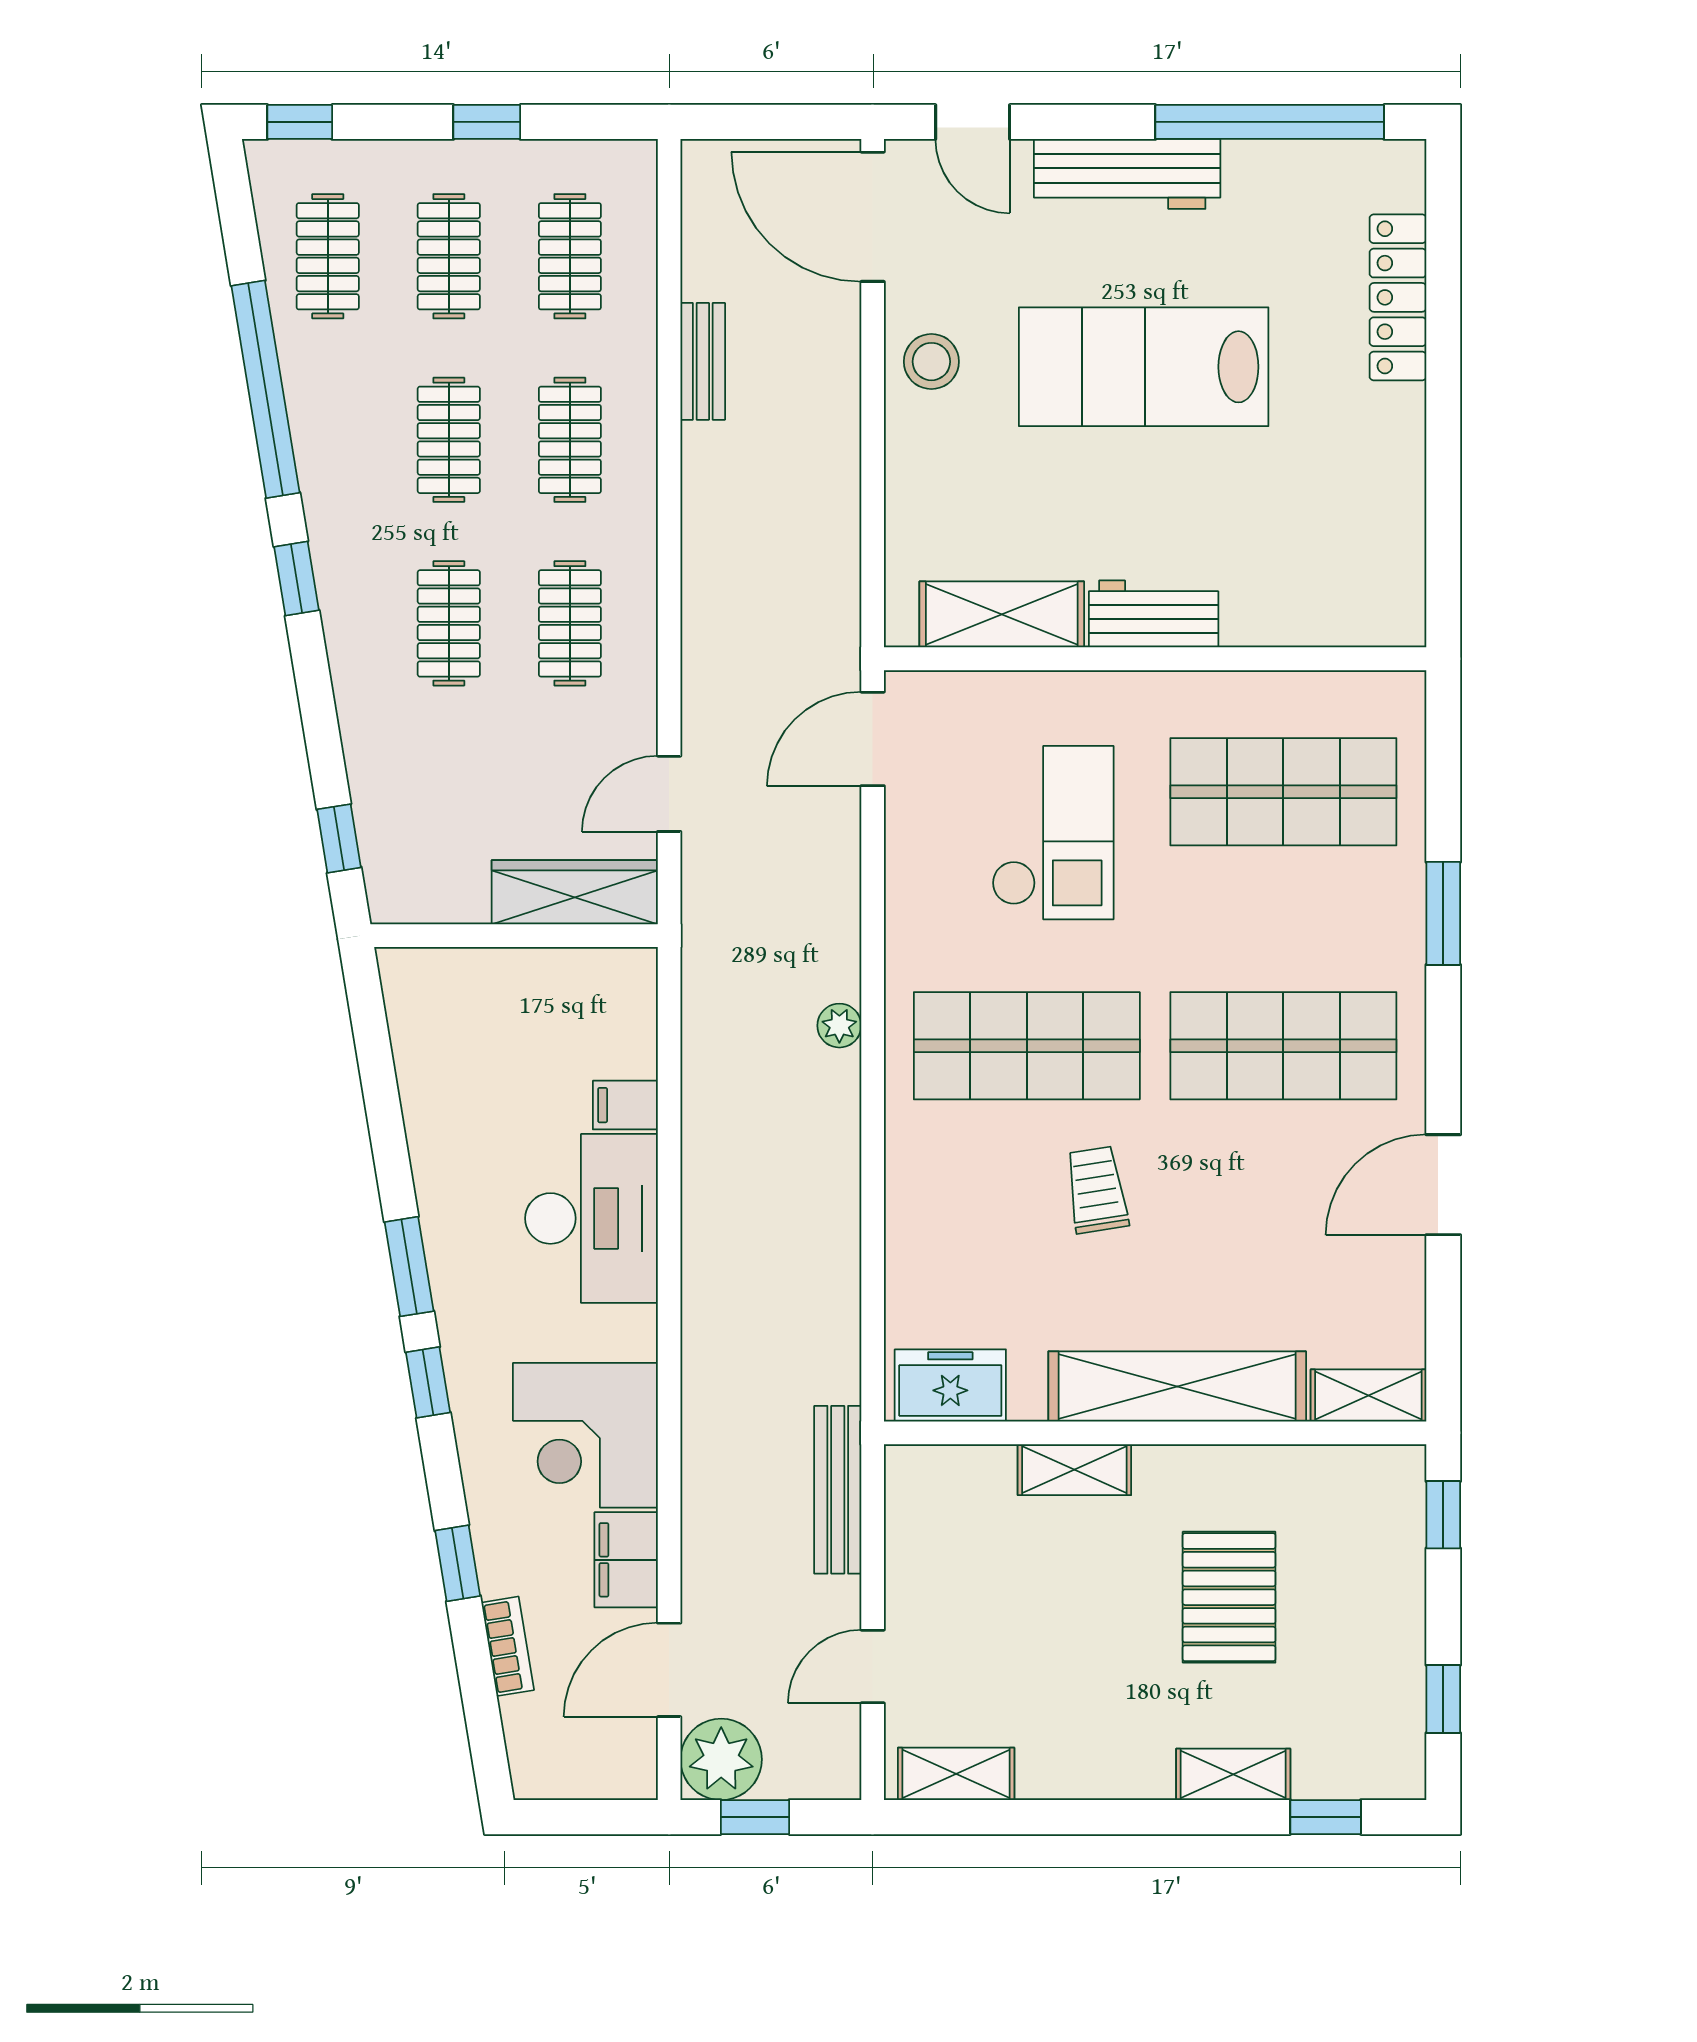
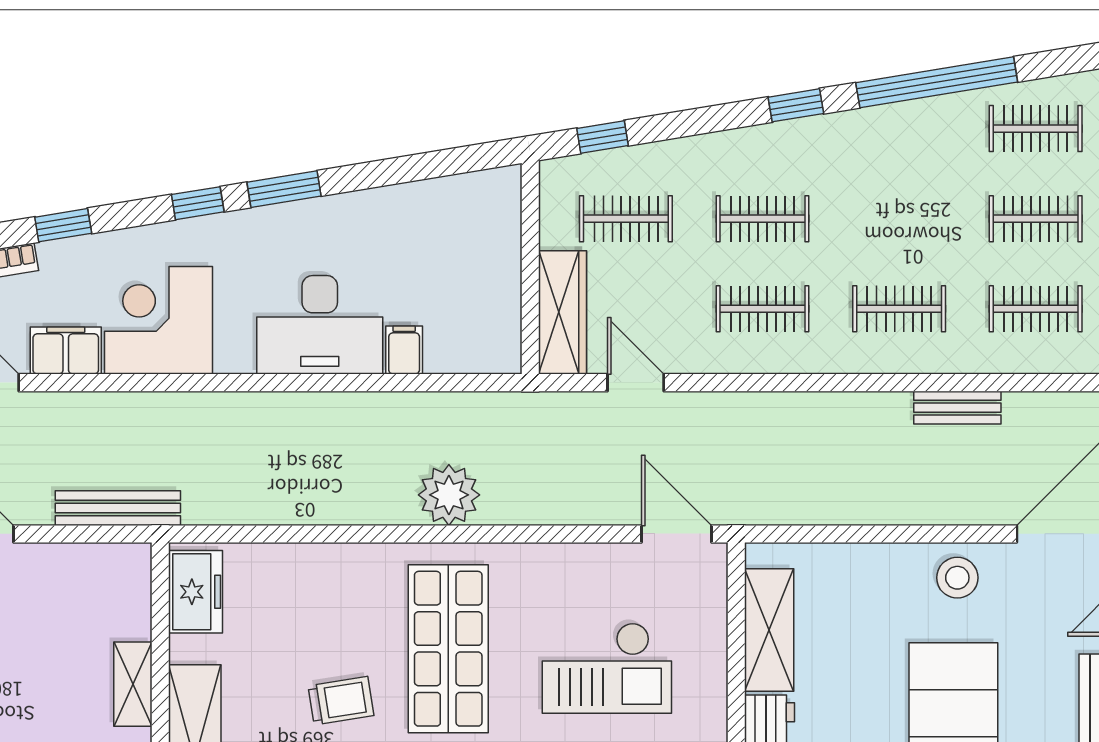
clothes rail: (449, 440) -> (626, 219), moved
plant: (839, 1026) -> (449, 495), width x1.88, depth x1.88

